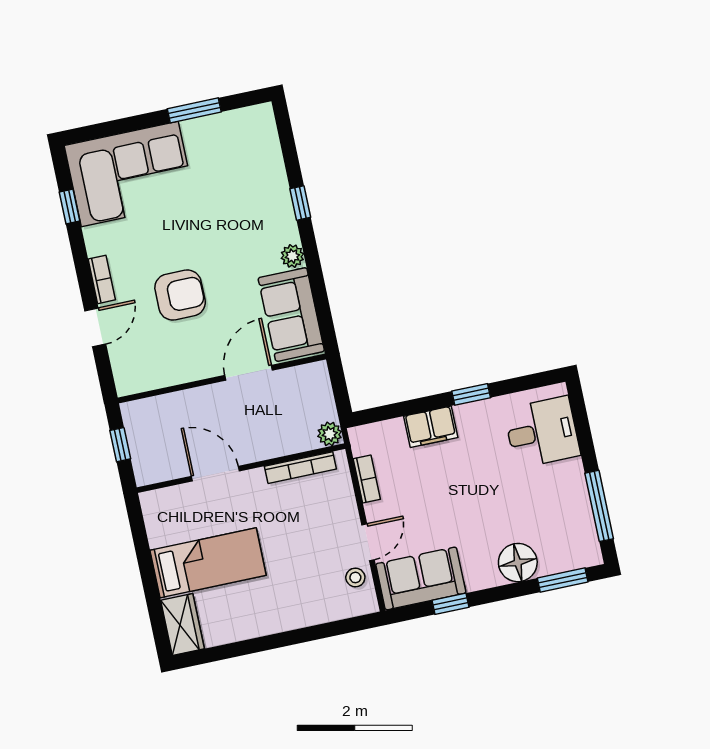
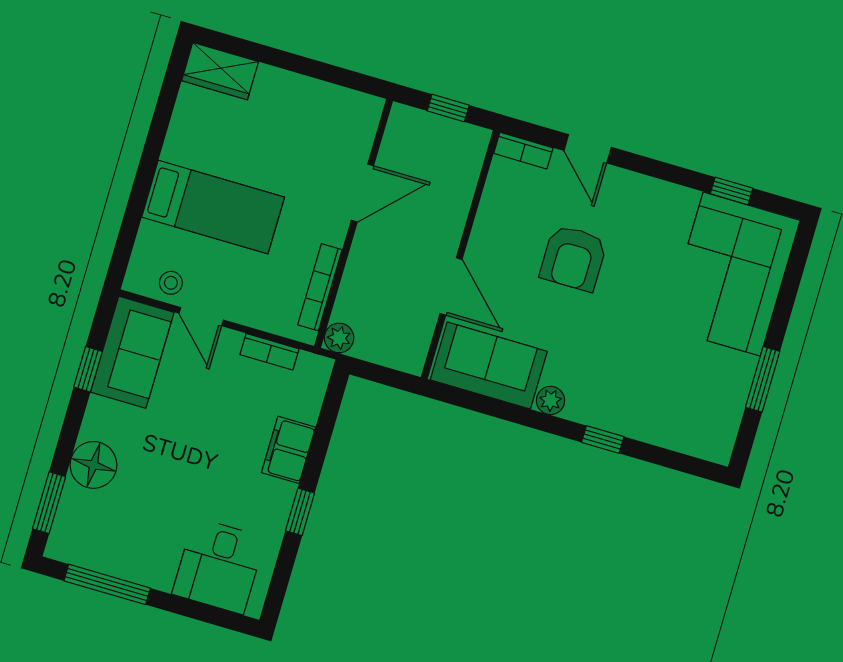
bookcase: (102, 279) -> (523, 151), moved
bed: (208, 563) -> (213, 207), moved, turned -90

